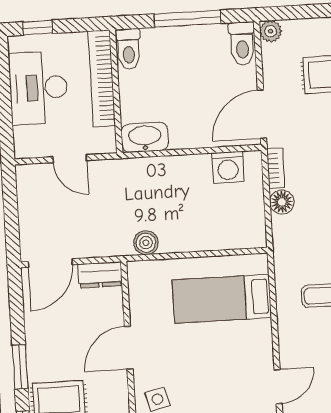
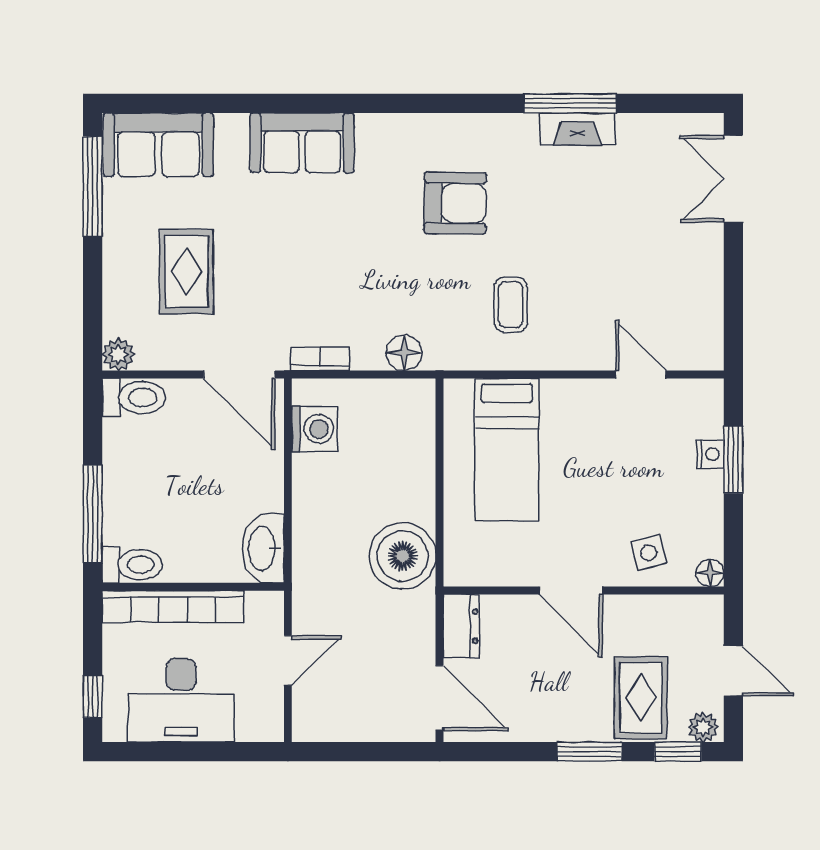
window: (187, 19) -> (93, 514), moved
floor lamp: (282, 202) -> (404, 353), moved
boiler: (146, 243) -> (403, 556), width x1.86, depth x1.86

